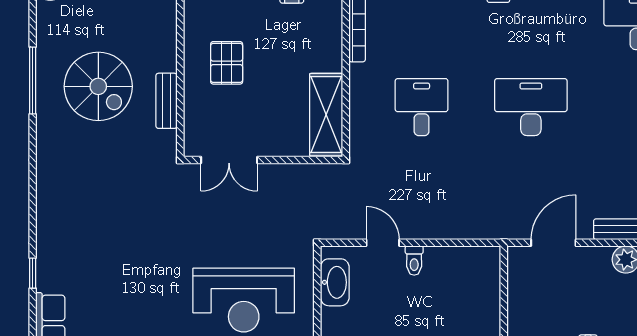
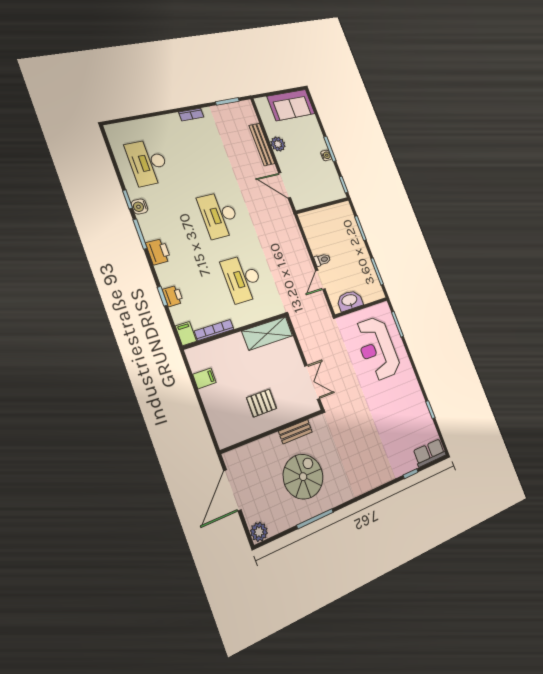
desk: (422, 107) -> (243, 279), width x1.37
reception desk: (244, 300) -> (377, 348), turned 180

